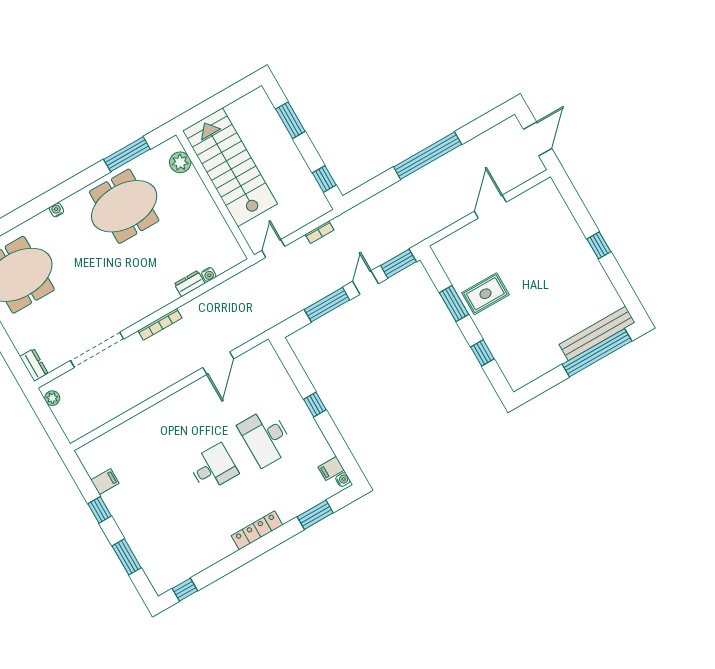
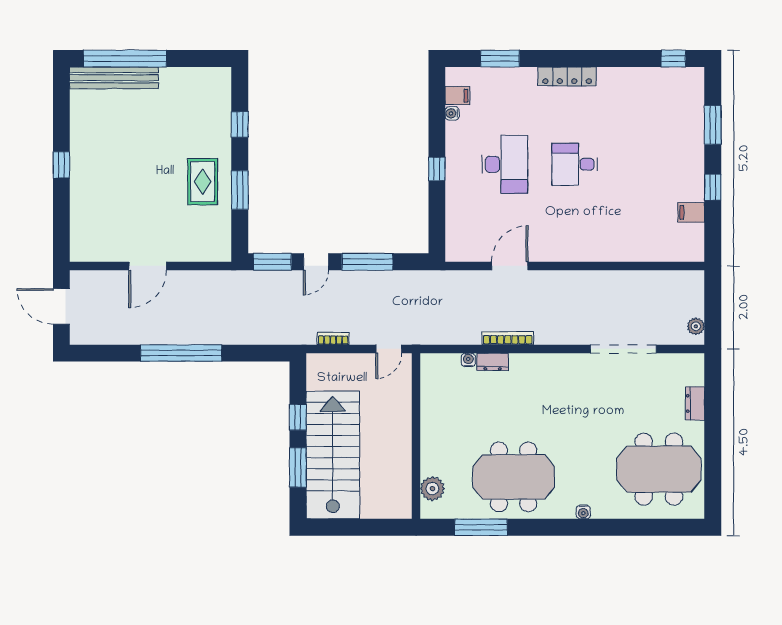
door: (538, 139) -> (61, 306), hinge flipped
stairs: (230, 167) -> (333, 455), moved, turned 180
window: (324, 179) -> (298, 417), moved
rug: (485, 294) -> (203, 182), turned 90
bookcase: (160, 324) -> (508, 338), moved
dresser: (34, 365) -> (695, 403), moved
water cooler: (343, 480) -> (452, 113), moved

